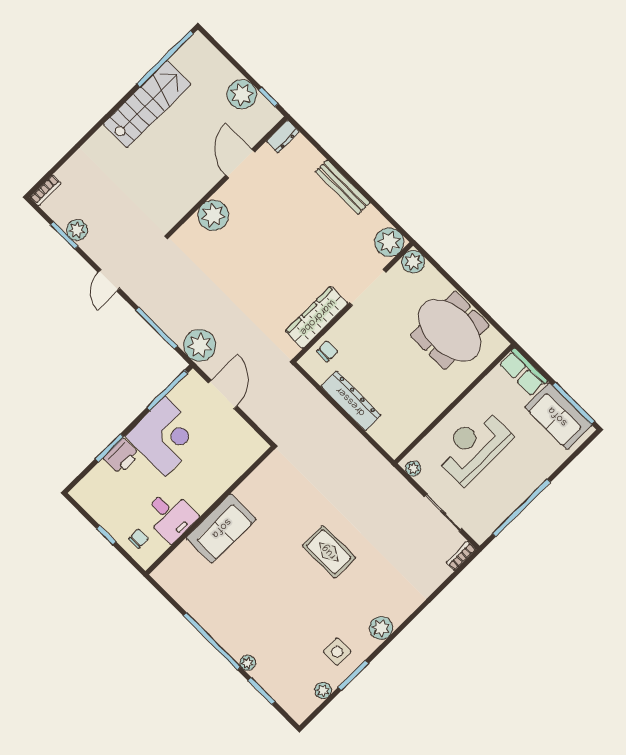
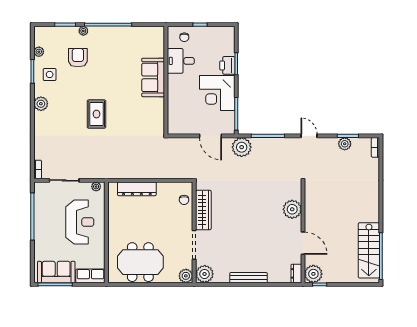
plant: (242, 94) -> (313, 274), moved
stairs: (147, 104) -> (369, 250), moved
dresser: (351, 401) -> (137, 189), moved
rug: (329, 552) -> (96, 114), turned 90
armchair: (285, 638) -> (78, 58), added

